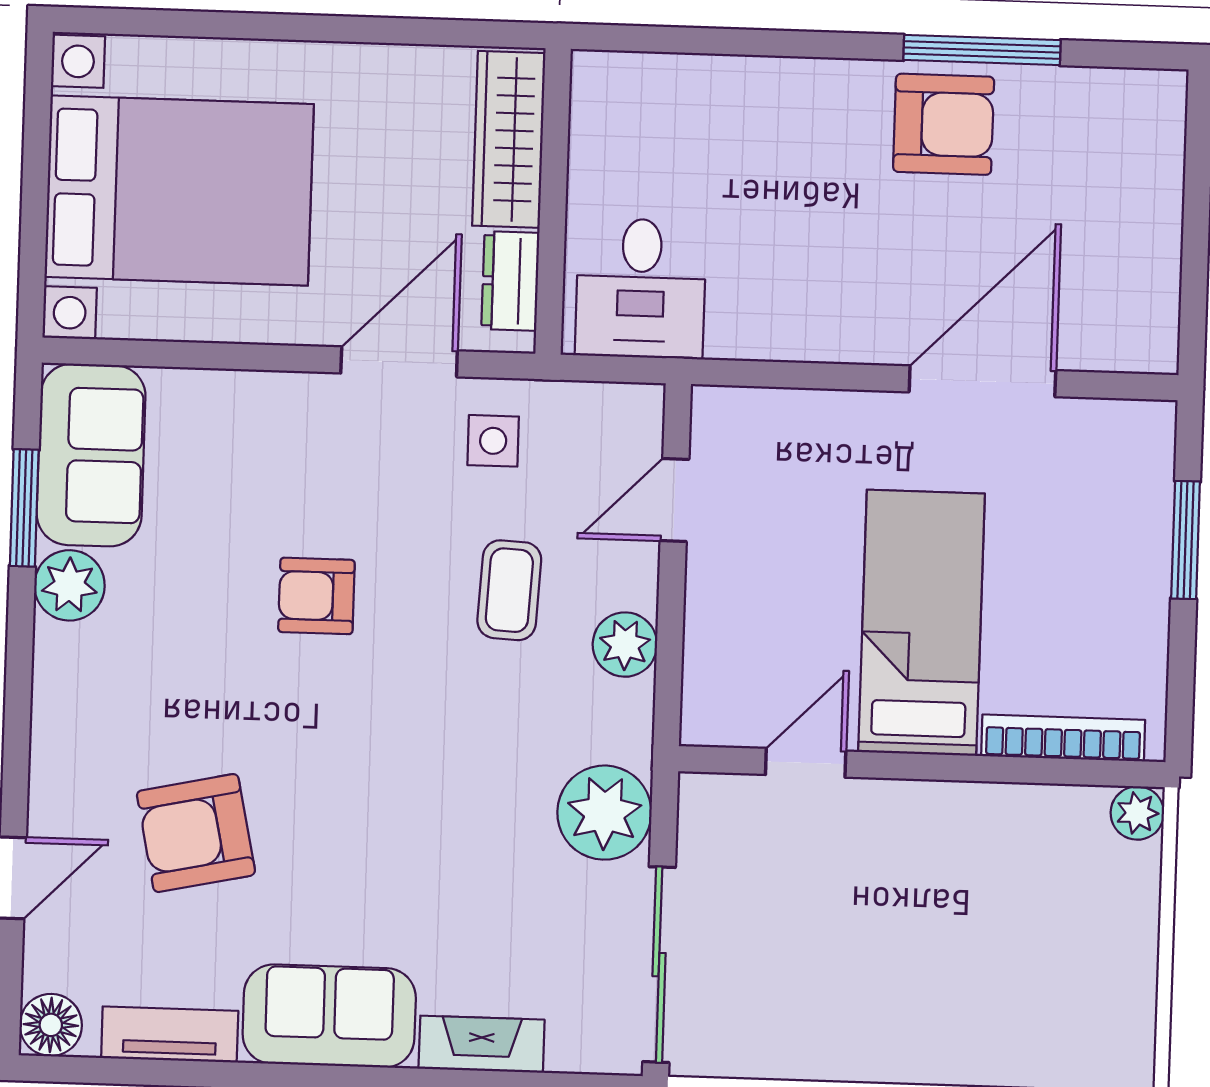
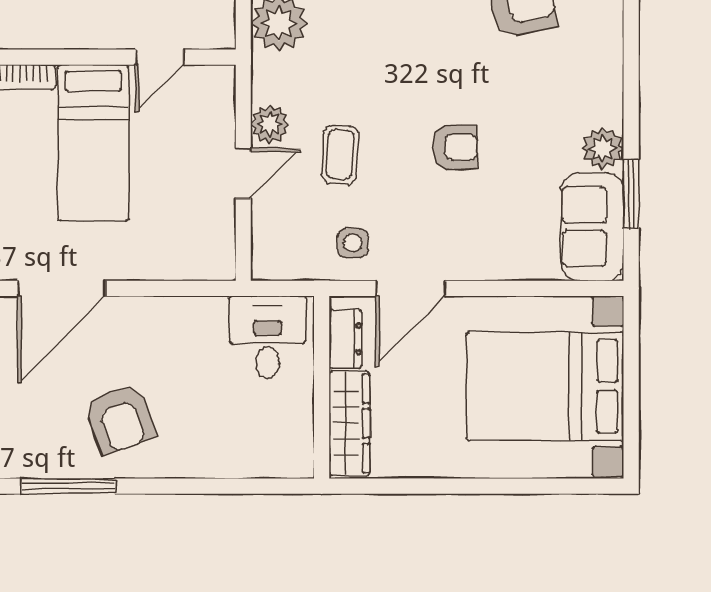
armchair: (944, 124) -> (120, 419), moved, turned -110
door: (674, 500) -> (243, 173), moved

